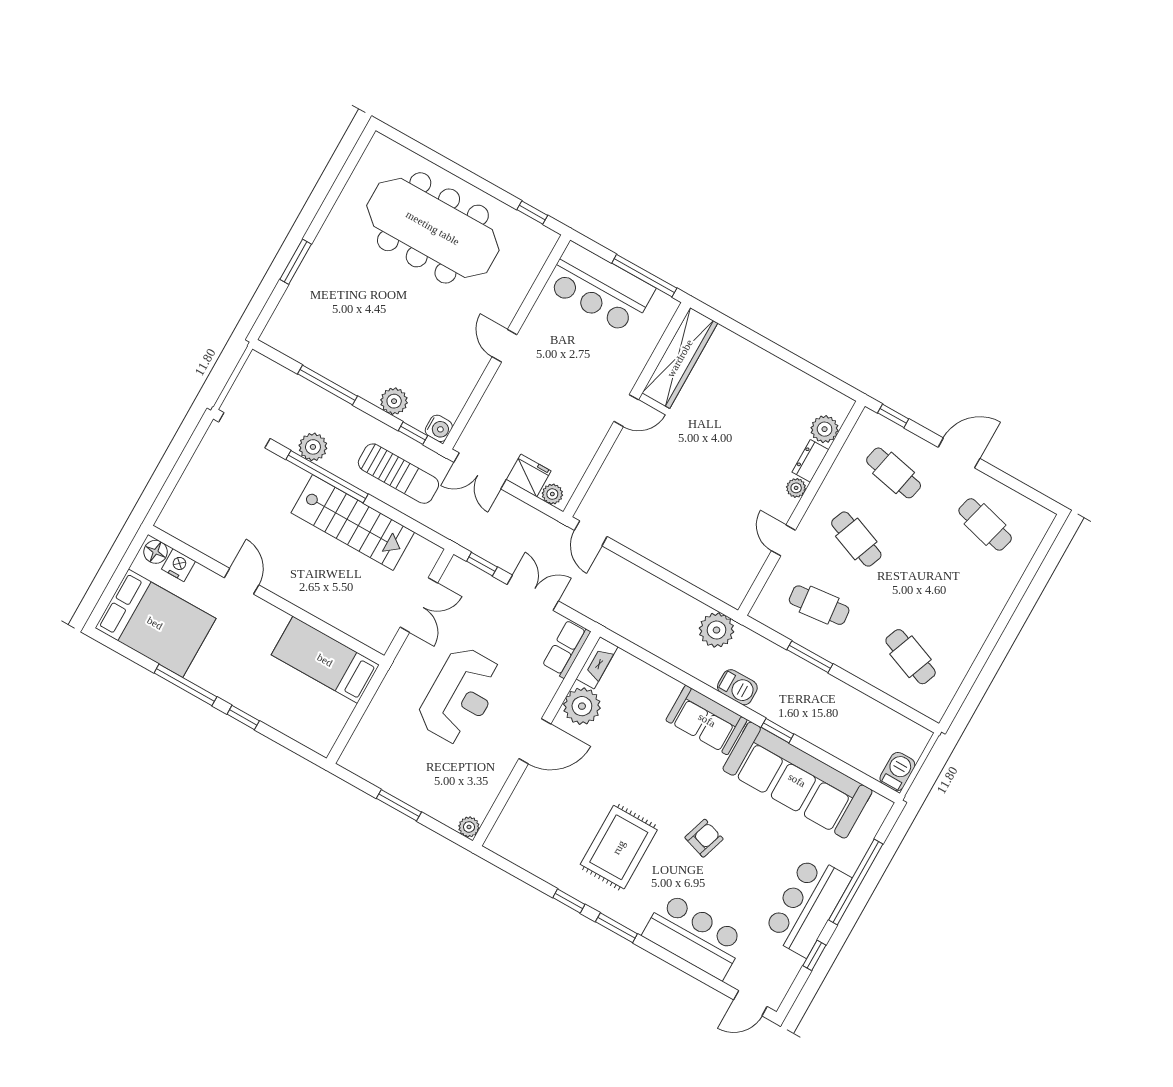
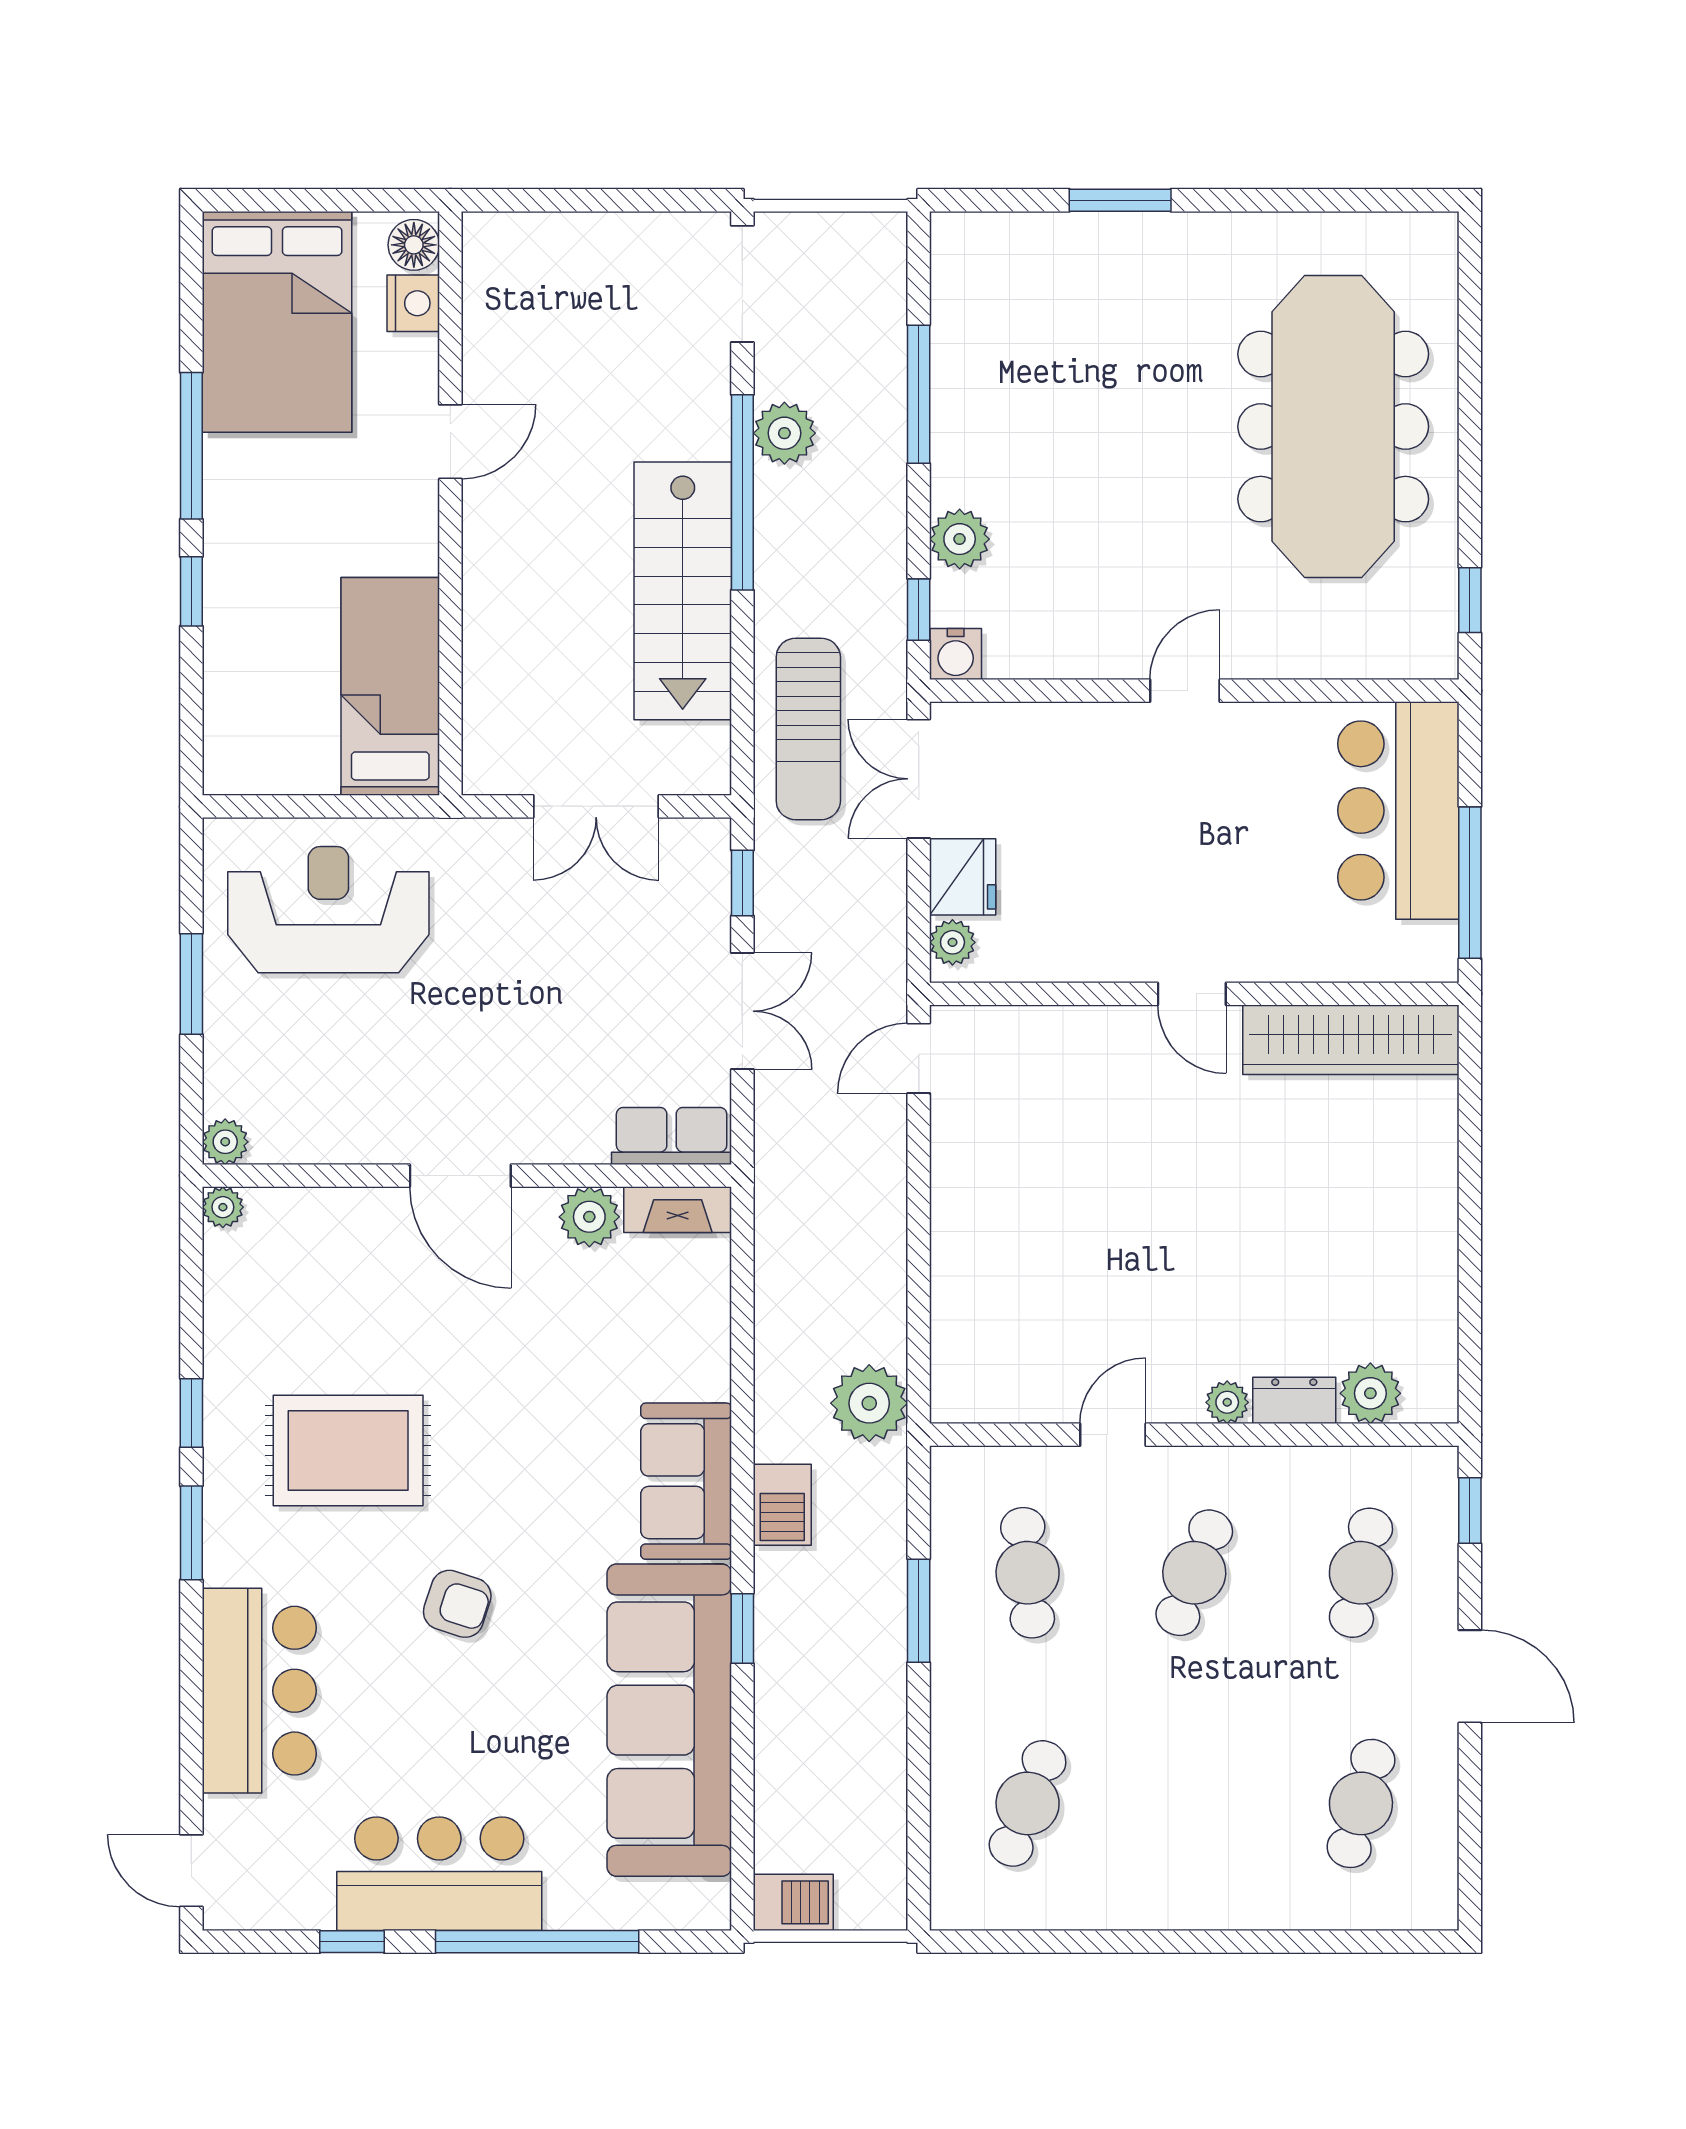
sun lounger: (398, 474) -> (808, 729), moved
reception desk: (460, 696) -> (328, 910), moved, turned 180
plant: (582, 706) -> (589, 1217), width x0.73, depth x0.73
plant: (494, 843) -> (223, 1207), added

